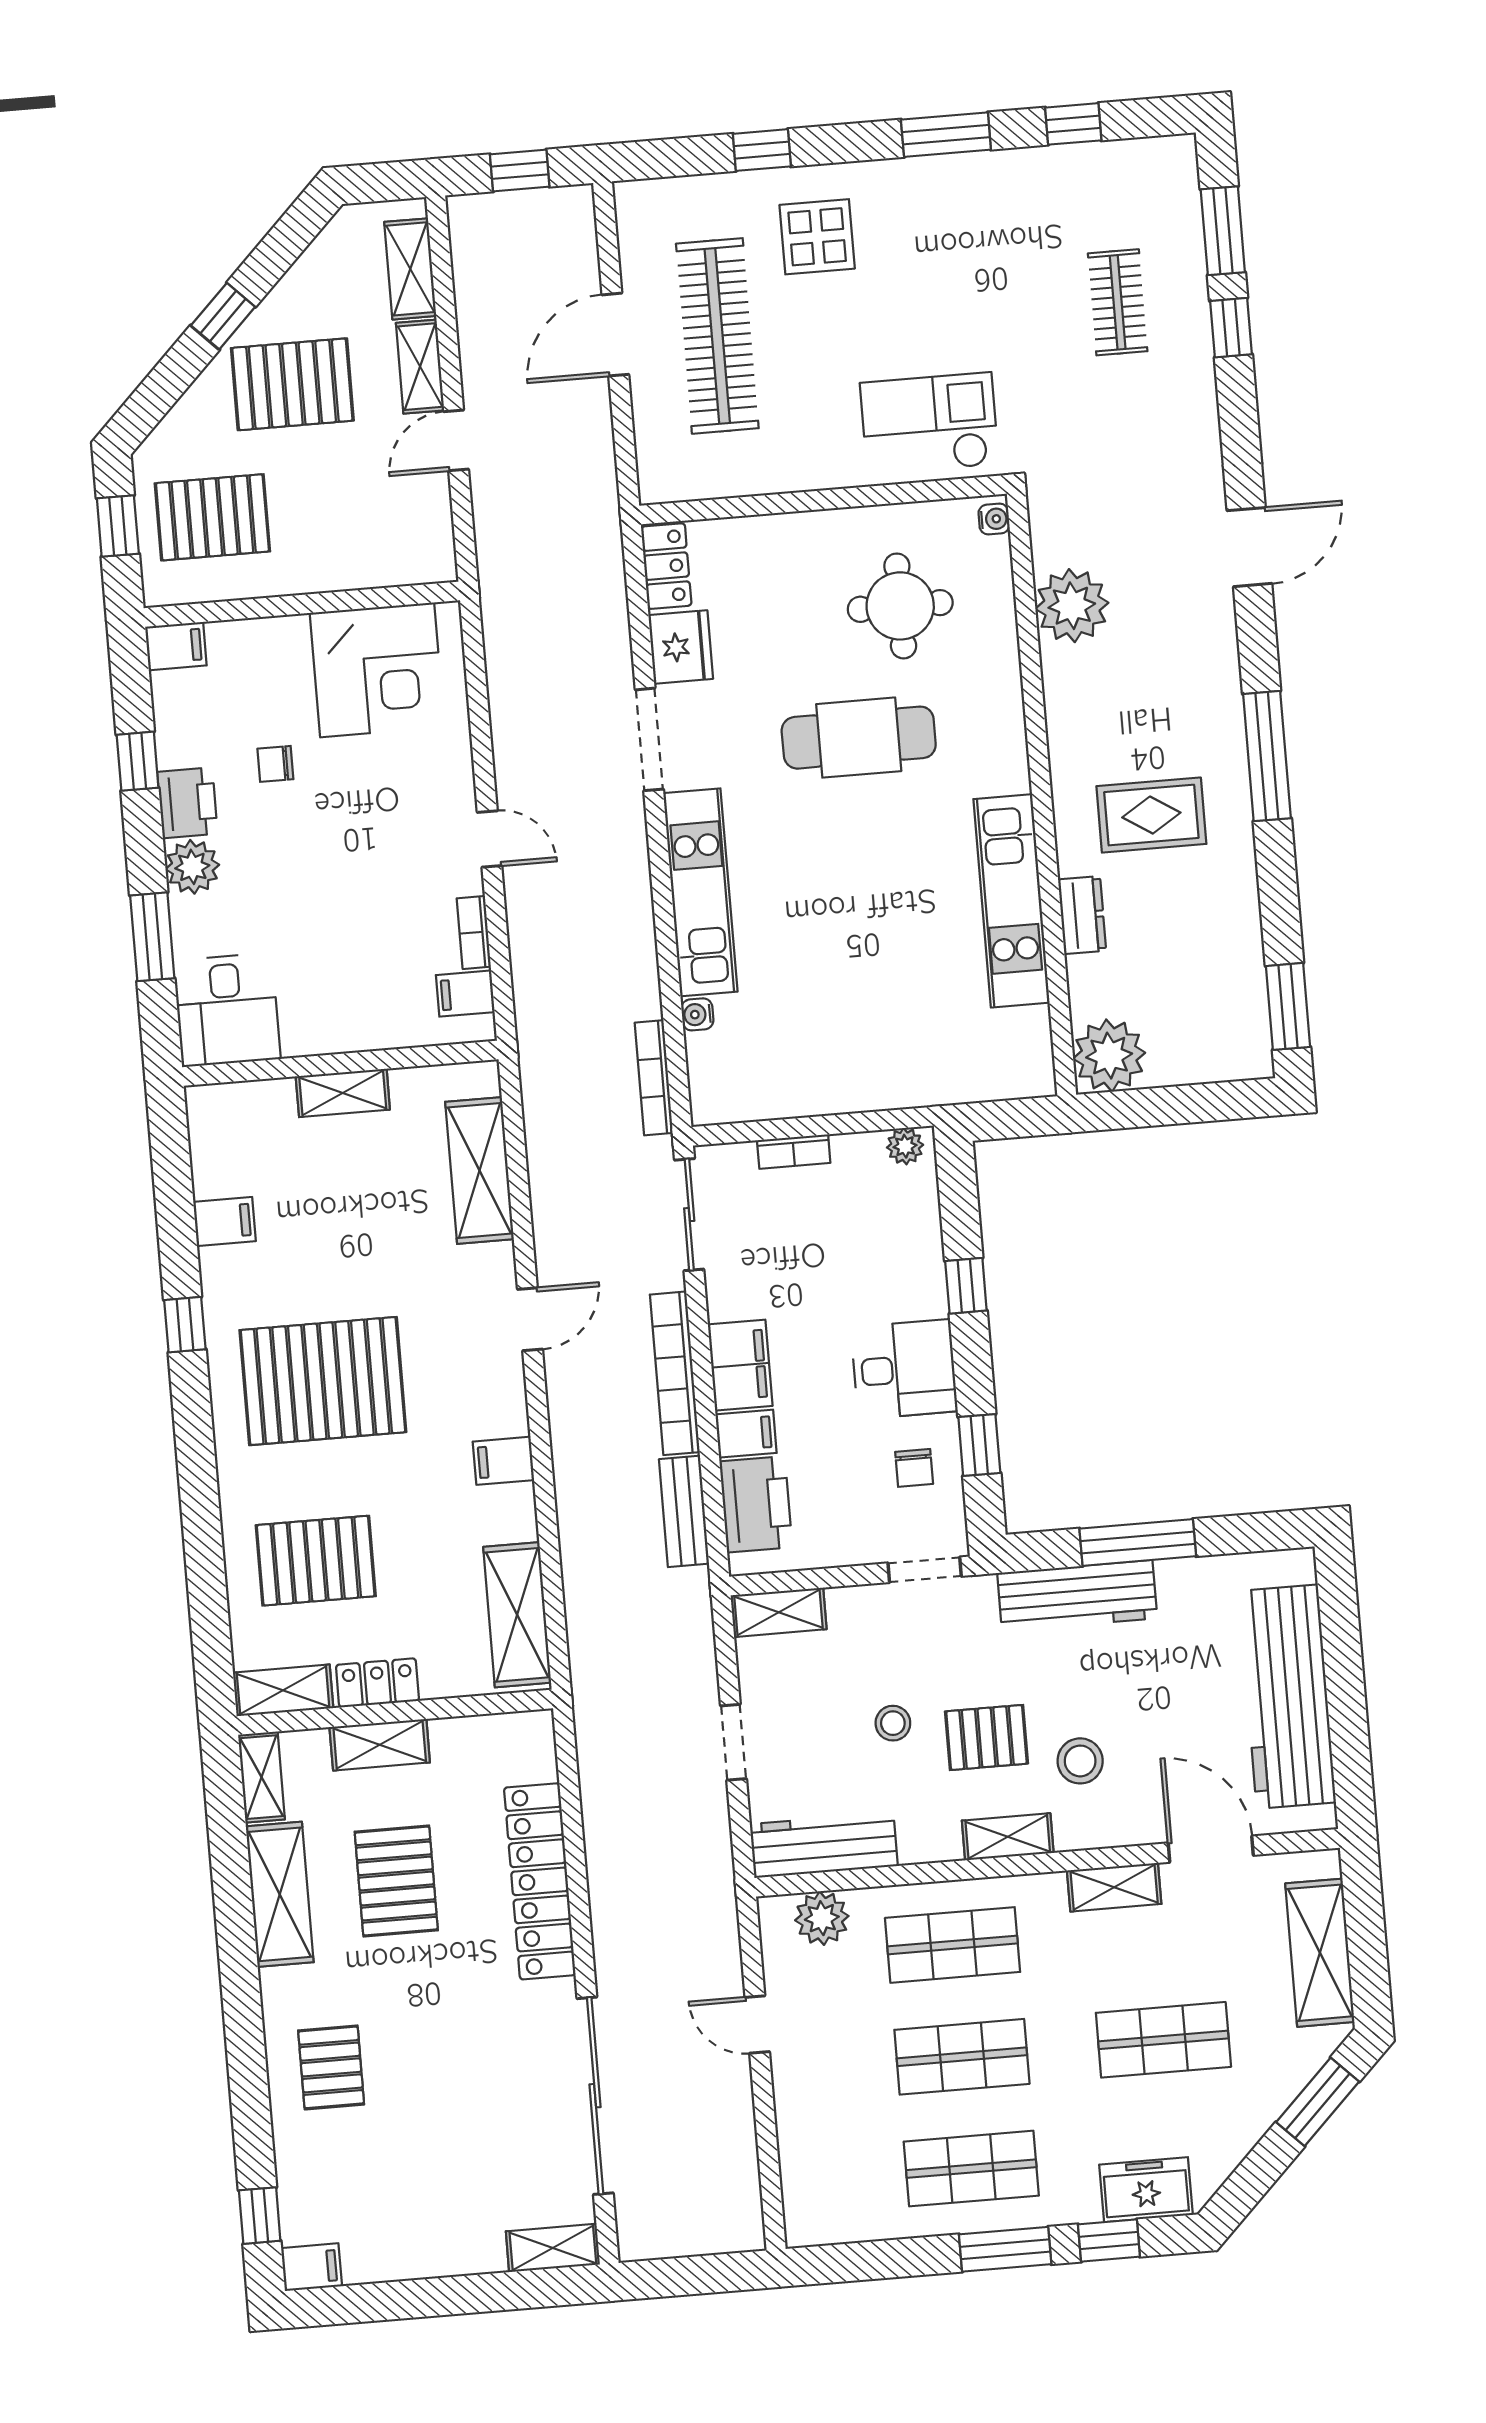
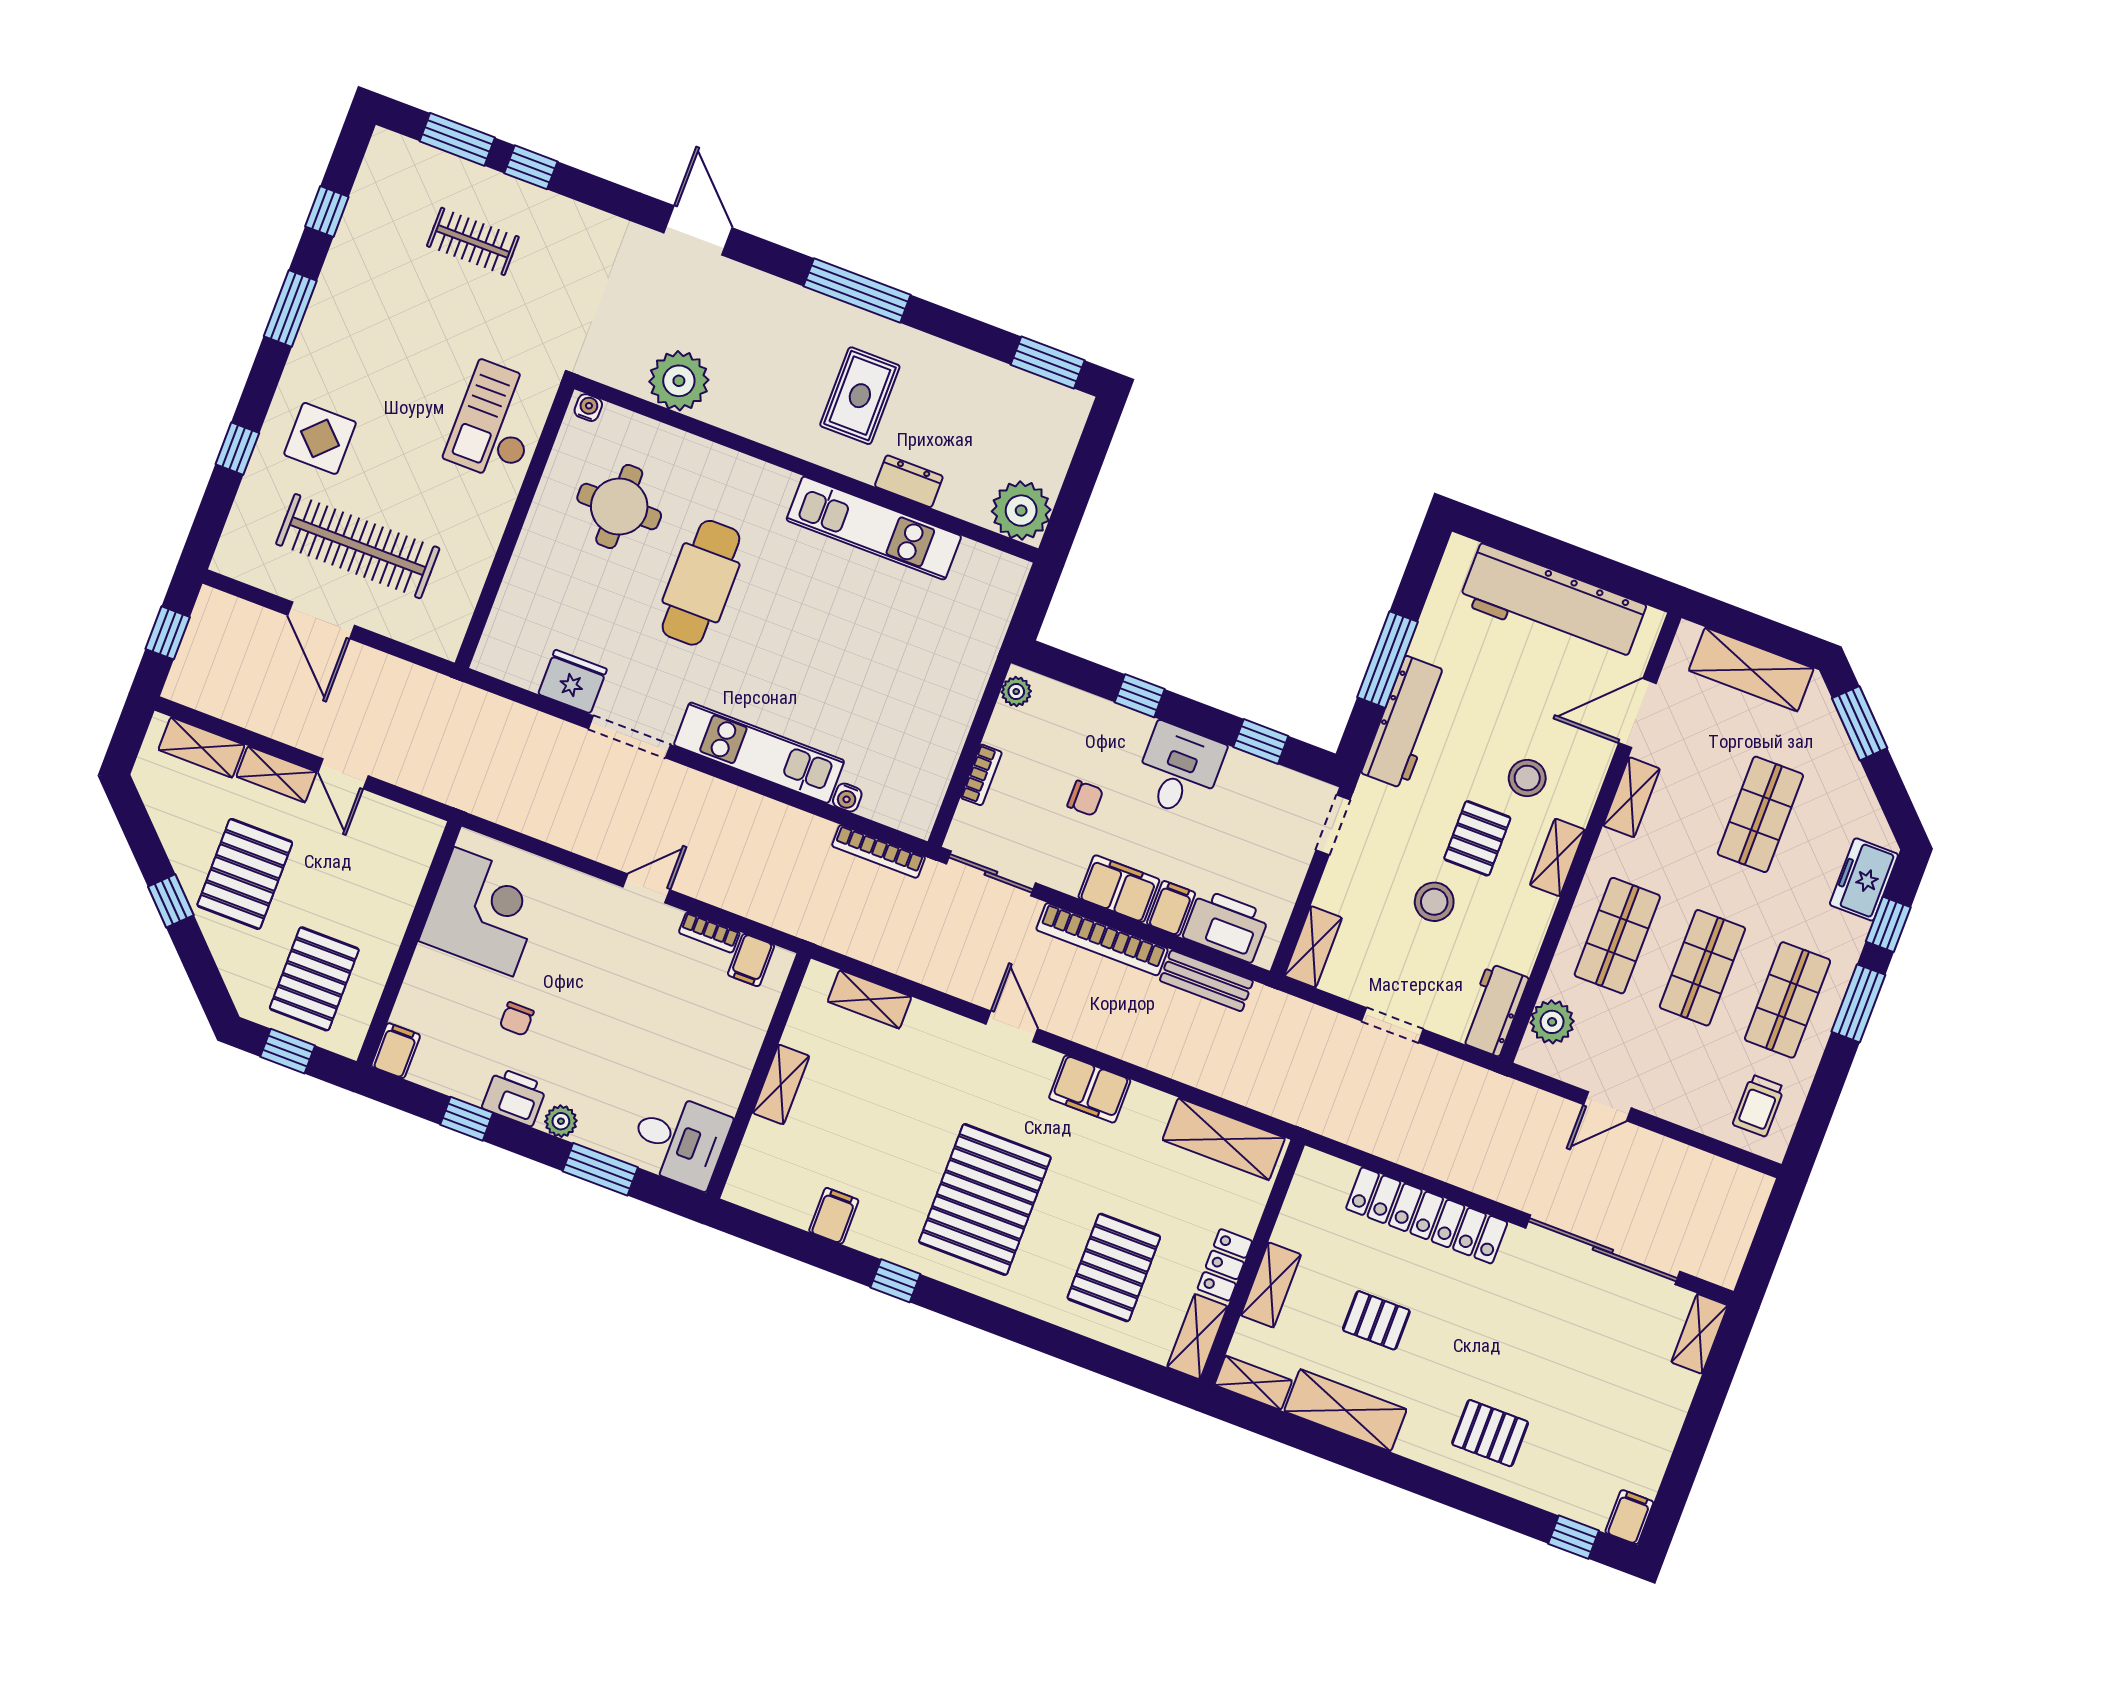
locker: (666, 566) -> (508, 664), removed
plant: (192, 867) -> (561, 1121), width x0.73, depth x0.73
shelving: (479, 1170) -> (869, 999), width x0.67, depth x0.75
filing cabinet: (503, 1461) -> (1090, 1089), width x2.00
chair: (914, 1468) -> (1085, 798), moved
stool: (893, 1723) -> (1434, 902), width x1.37, depth x1.37
workbench: (824, 1845) -> (1494, 1010), width x0.73
pallet: (396, 1881) -> (1376, 1320), width x0.67, depth x0.71
trolley: (838, 2192) -> (1759, 1106), added

